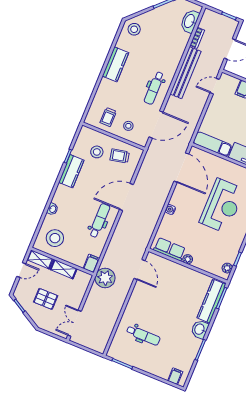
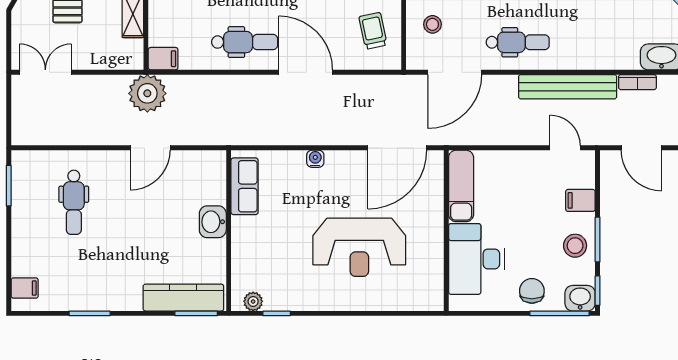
dental chair: (154, 88) -> (518, 42), turned 180
door: (156, 125) -> (455, 72), hinge flipped
plant: (188, 259) -> (240, 226), removed
door: (139, 270) -> (150, 148), moved
washbasin: (200, 329) -> (213, 222), moved, turned -90

